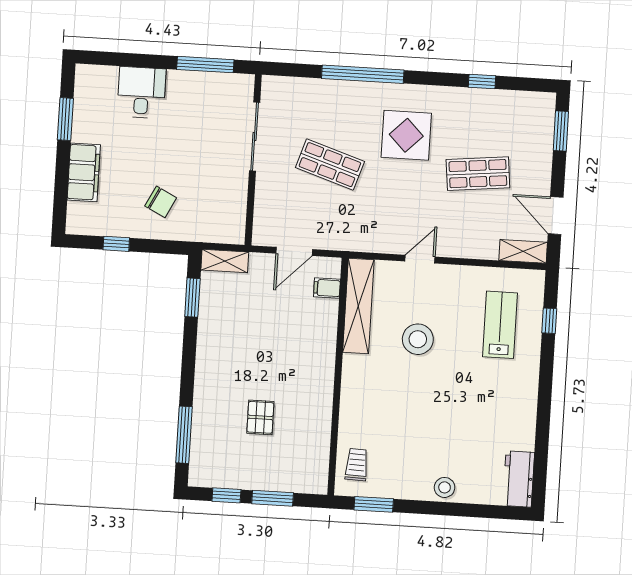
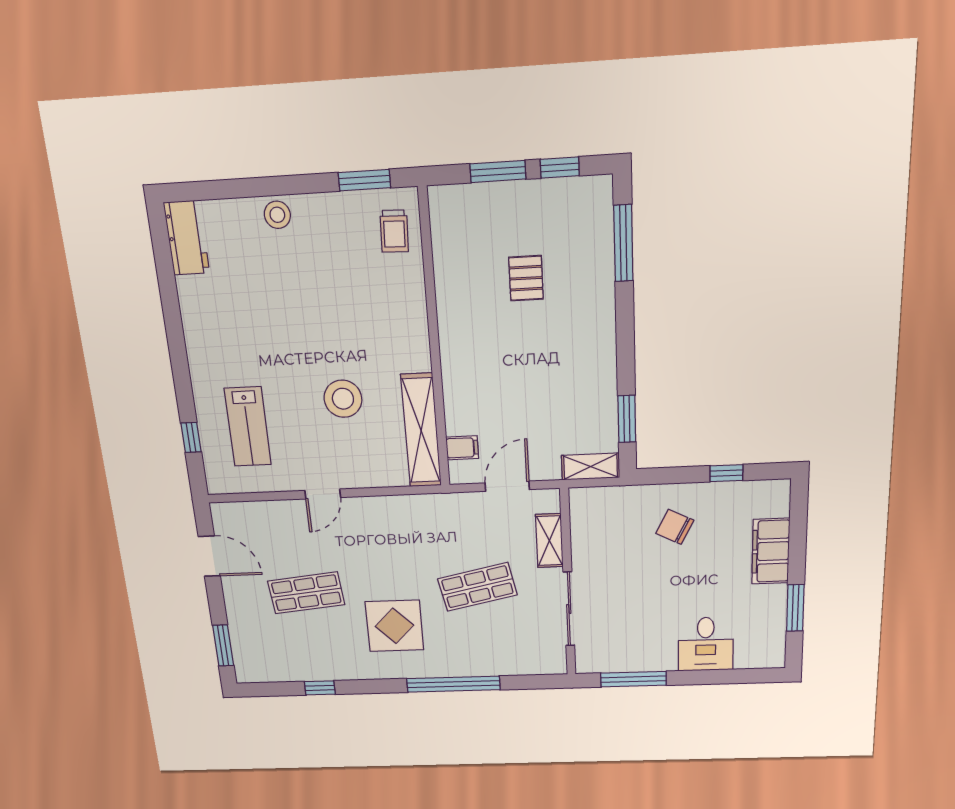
shop shelf: (330, 165) -> (477, 587), turned -30
shelving: (523, 251) -> (549, 541), moved, turned 90
door: (420, 259) -> (323, 494), moved

